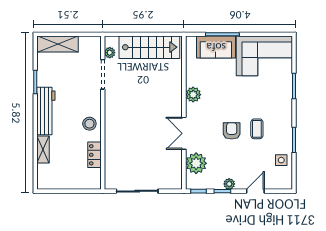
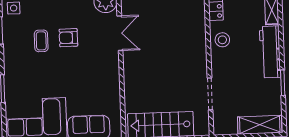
plant: (110, 53) -> (203, 117), removed
plant: (193, 95) -> (111, 75), removed
armchair: (232, 131) -> (68, 38), turned 90

